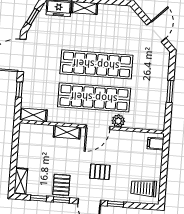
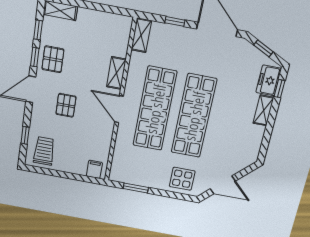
display table: (155, 67) -> (182, 179), added
window: (170, 91) -> (136, 188), moved
plant: (118, 121) -> (124, 133), removed
pallet: (61, 185) -> (53, 59), turned 90
window: (115, 204) -> (25, 135), moved

